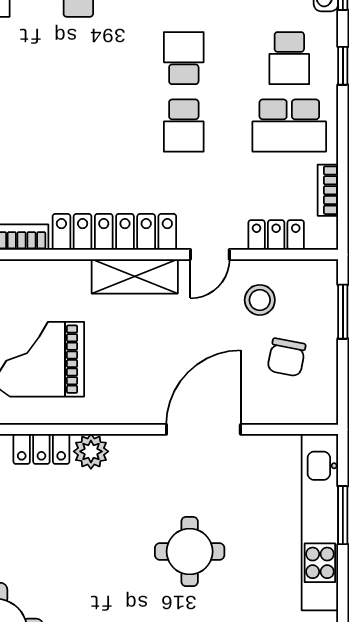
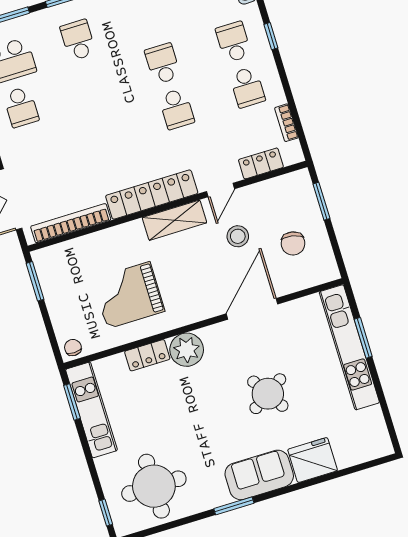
school desk: (289, 58) -> (233, 42), turned 180
school desk: (289, 126) -> (247, 87), width x0.54
stool: (260, 300) -> (238, 236), moved
plant: (91, 451) -> (187, 350), width x1.36, depth x1.36
round table: (190, 552) -> (268, 394), turned -33

